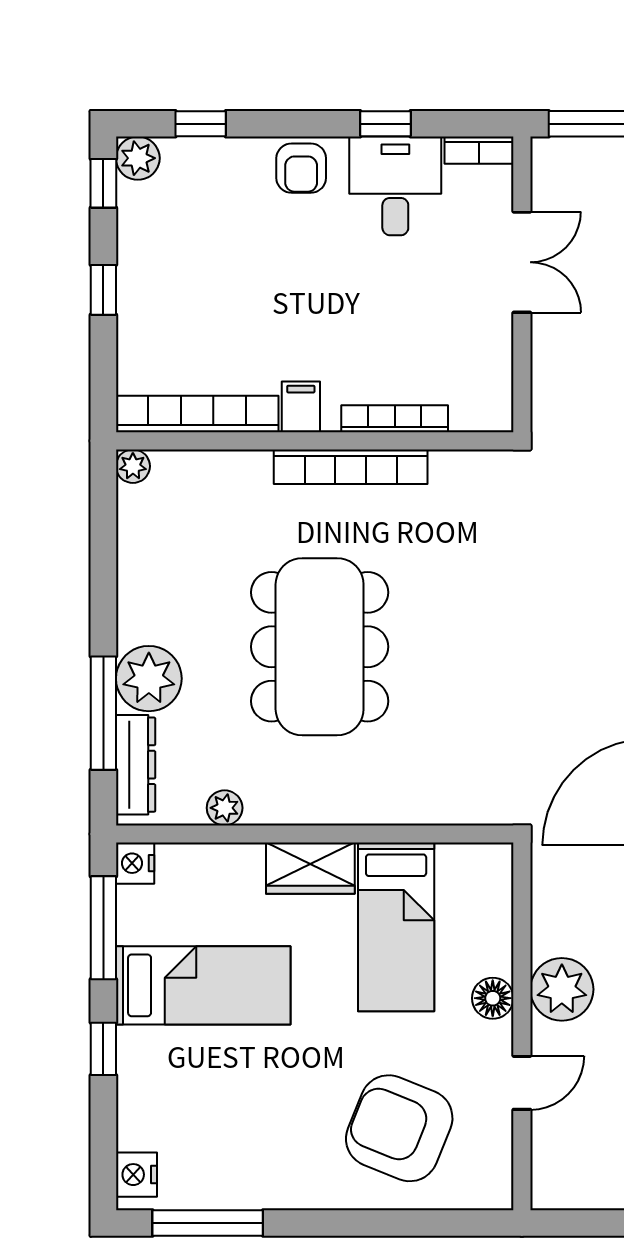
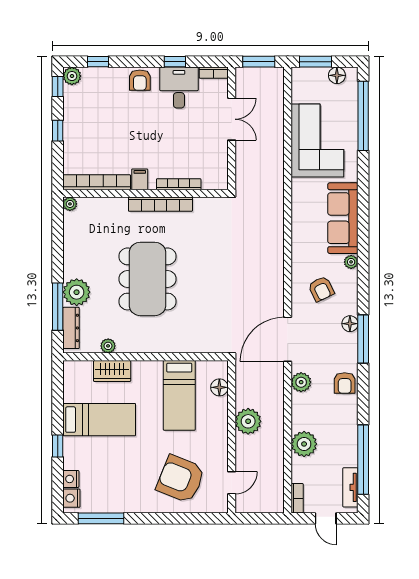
nightstand: (135, 863) -> (71, 479), moved
wardrobe: (310, 868) -> (112, 371), moved
window: (103, 928) -> (58, 396), removed
floor lamp: (493, 998) -> (219, 387), moved
door: (522, 1083) -> (232, 483), moved

